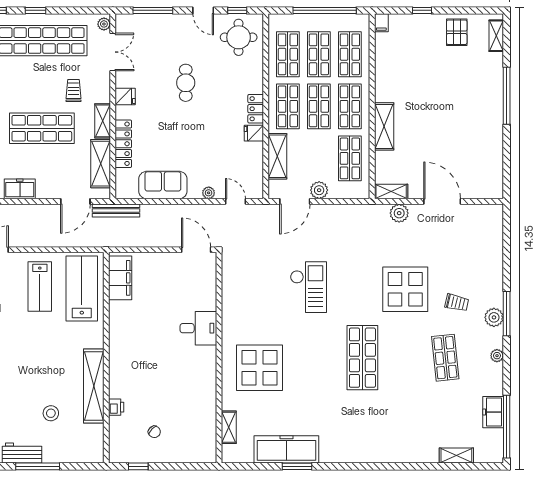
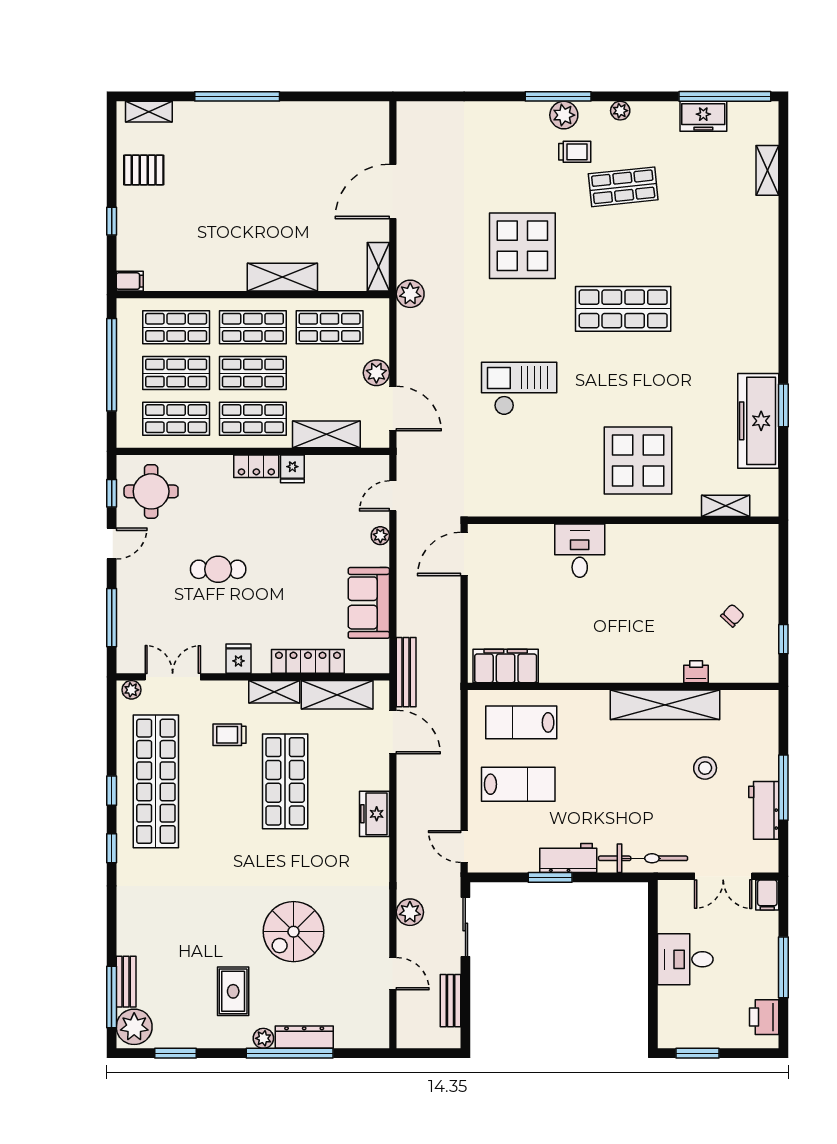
plant: (399, 213) -> (410, 294), moved
lab bench: (82, 289) -> (521, 722), width x0.73, depth x0.72
trolley: (457, 303) -> (575, 152), moved, turned 77

